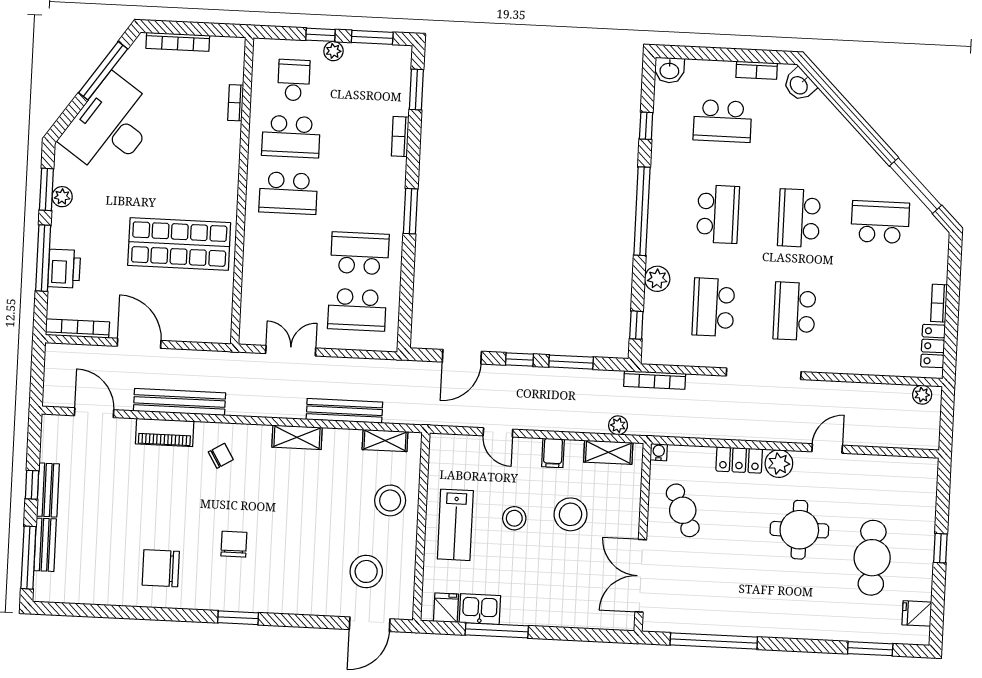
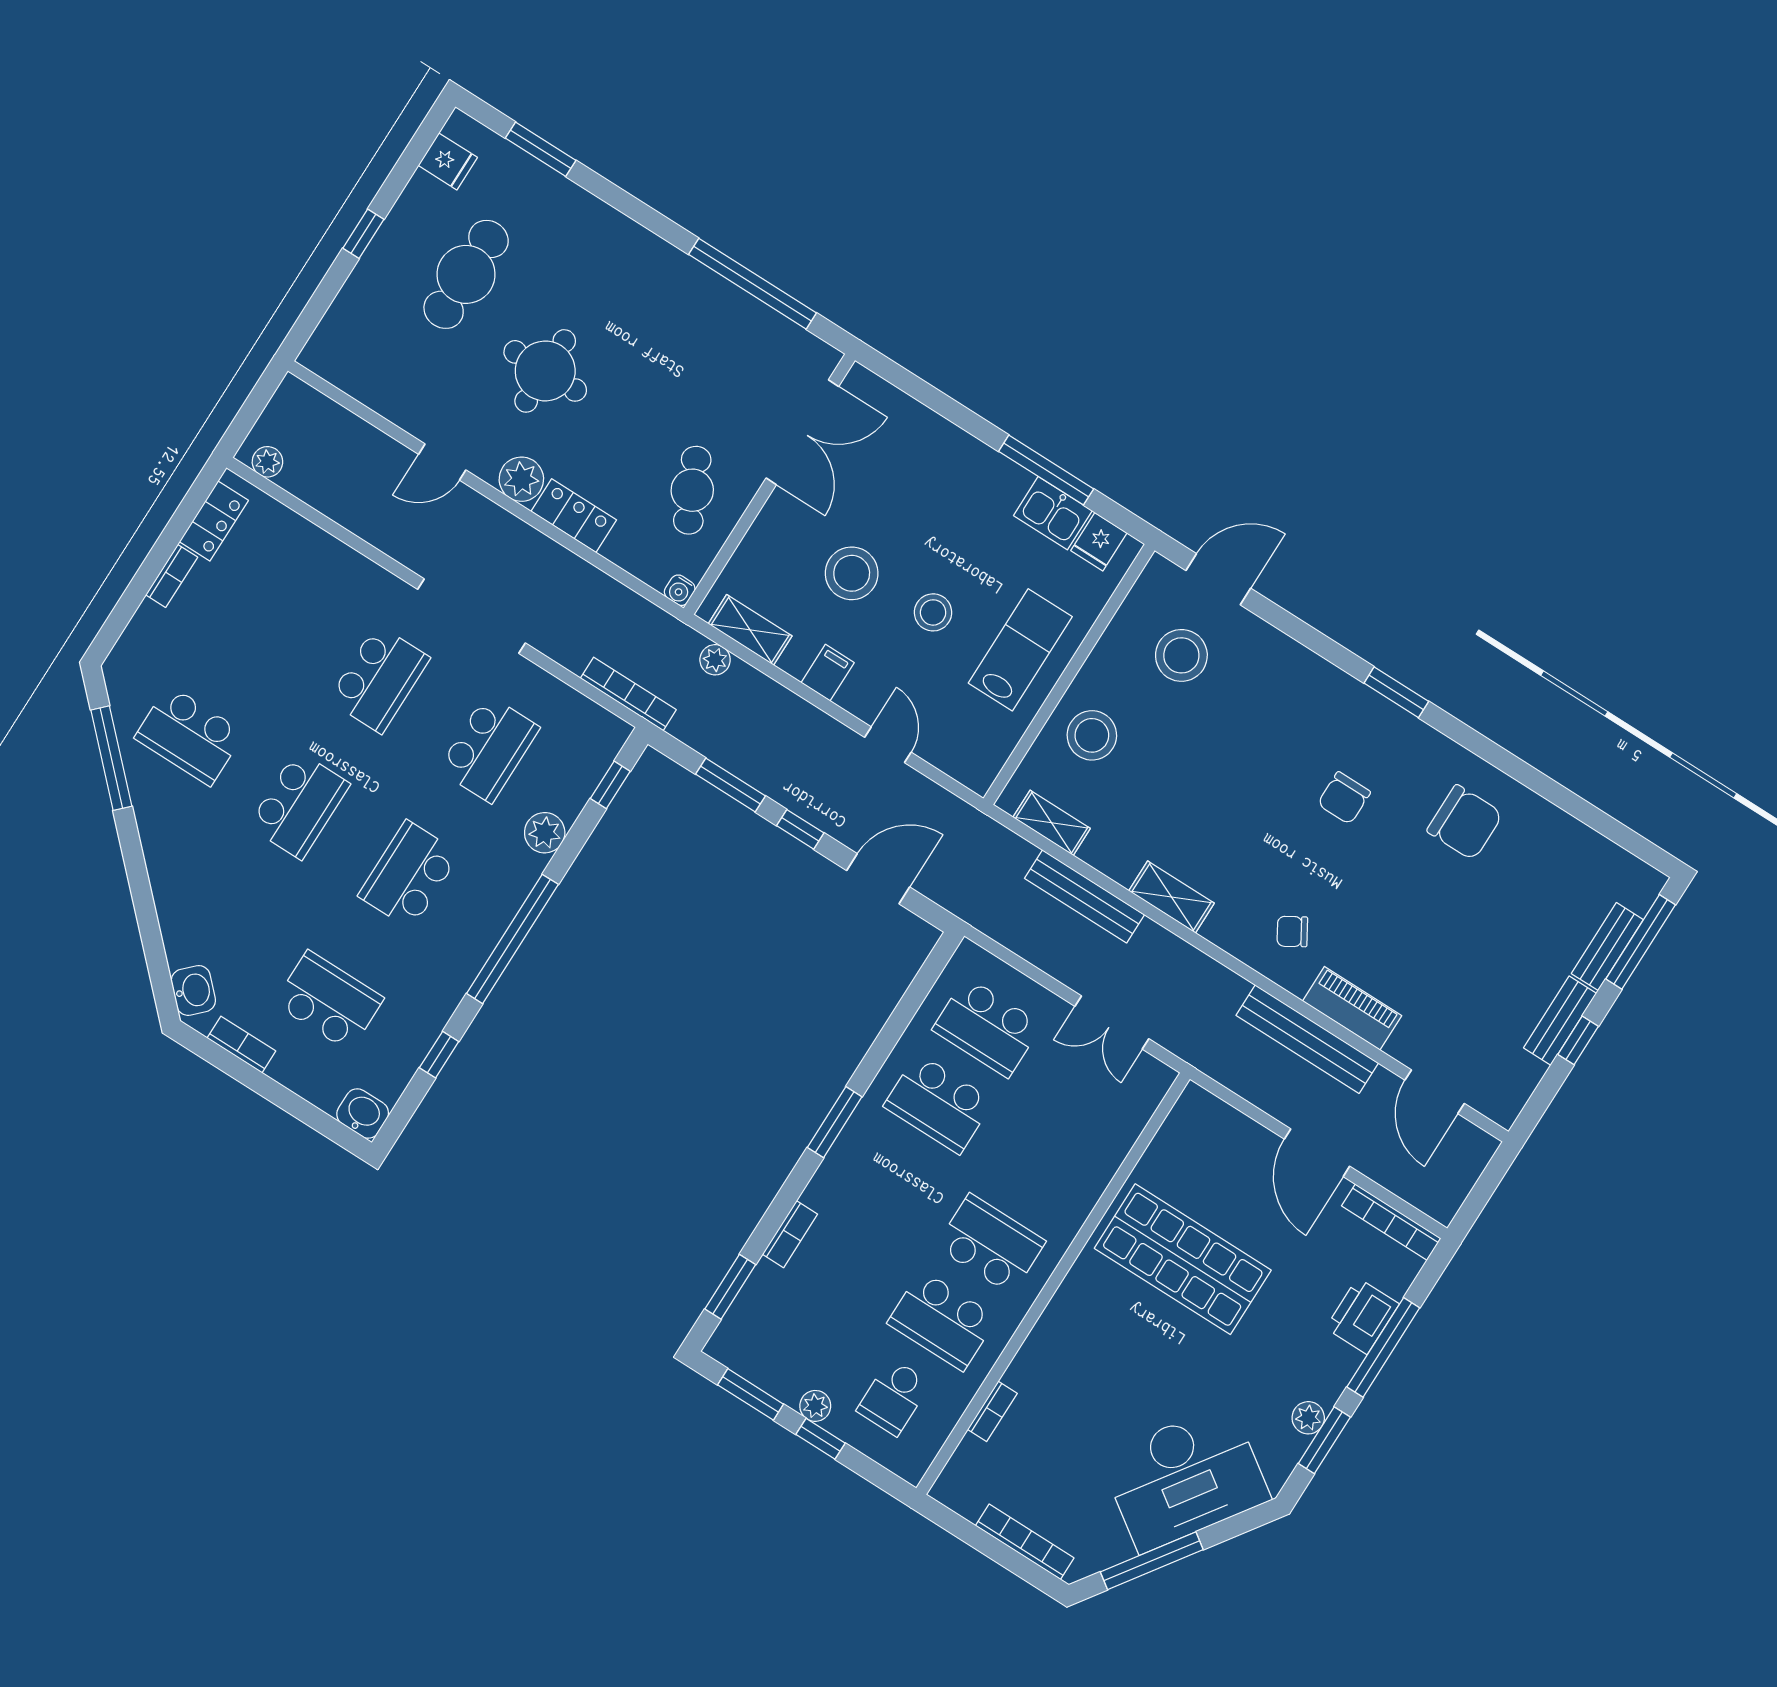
school desk: (291, 137) -> (942, 1320), turned 180
school desk: (357, 310) -> (987, 1027), turned 180

